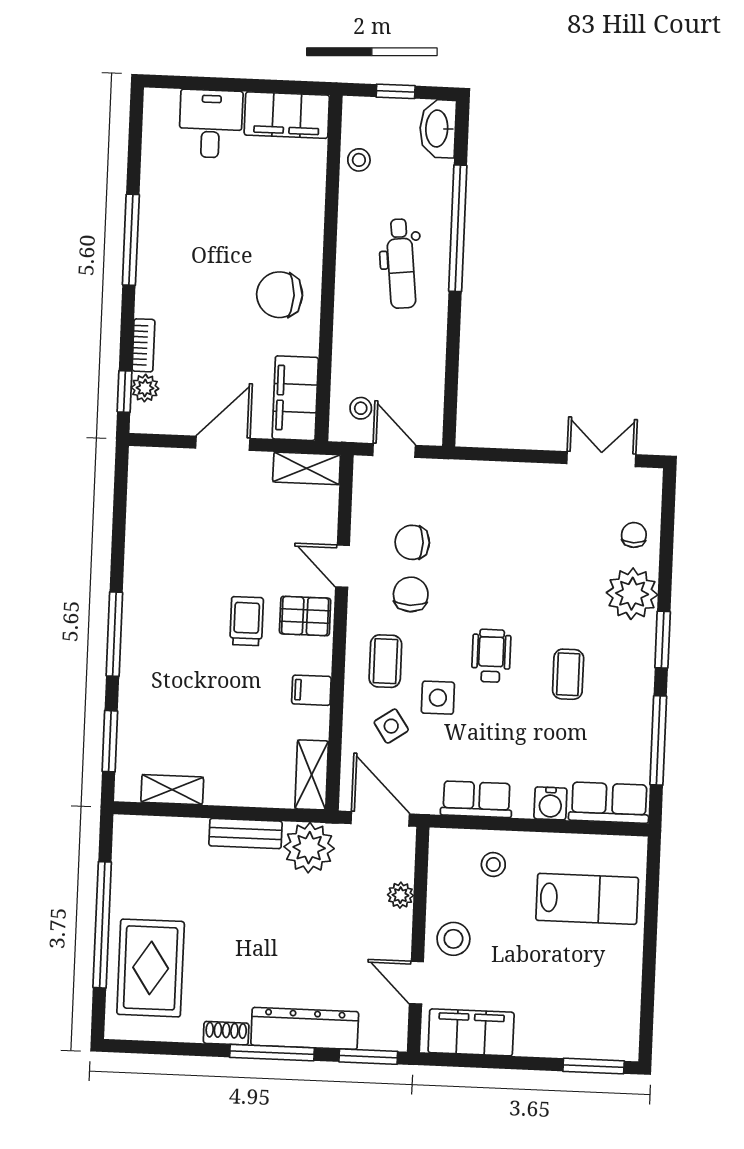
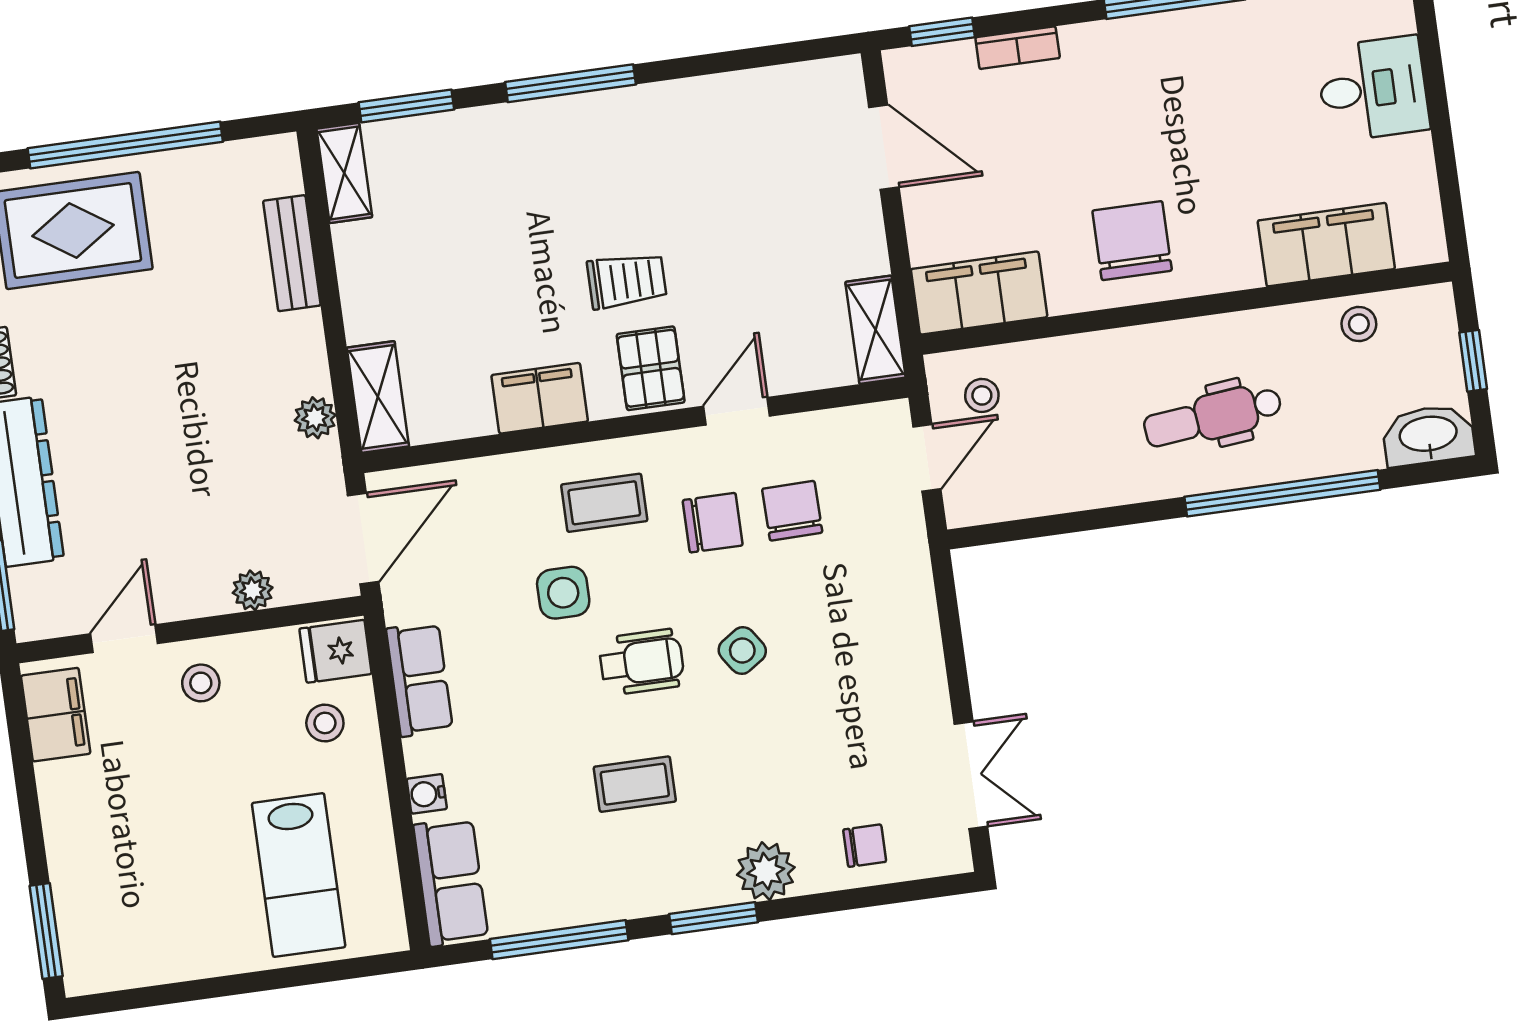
filing cabinet: (287, 115) -> (1326, 245), moved, turned 90
plant: (145, 388) -> (953, 62), removed
door: (223, 443) -> (884, 147), moved
plant: (632, 594) -> (766, 871), width x0.73, depth x0.73
filing cabinet: (311, 690) -> (540, 398), width x2.00
side table: (391, 726) -> (742, 650), moved
shelving: (312, 775) -> (378, 397), moved, turned 90
shelving: (172, 790) -> (344, 173), moved
water cooler: (550, 803) -> (427, 794), width x0.72, depth x0.72
bench: (246, 834) -> (292, 253), moved
plant: (309, 848) -> (315, 418), width x0.53, depth x0.53
fridge: (449, 849) -> (335, 651), added
stool: (453, 939) -> (201, 683), width x0.73, depth x0.73
filing cabinet: (471, 1032) -> (56, 715), width x0.67, depth x0.86

